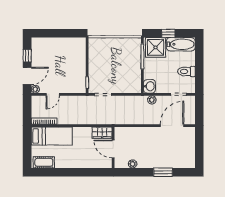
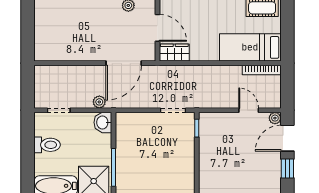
door: (53, 94) -> (249, 110), hinge flipped
door: (172, 126) -> (124, 63), moved

